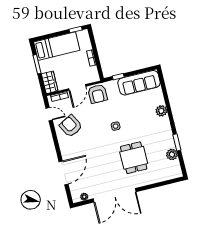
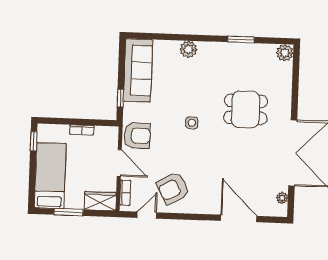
plant: (172, 154) -> (285, 53), moved

